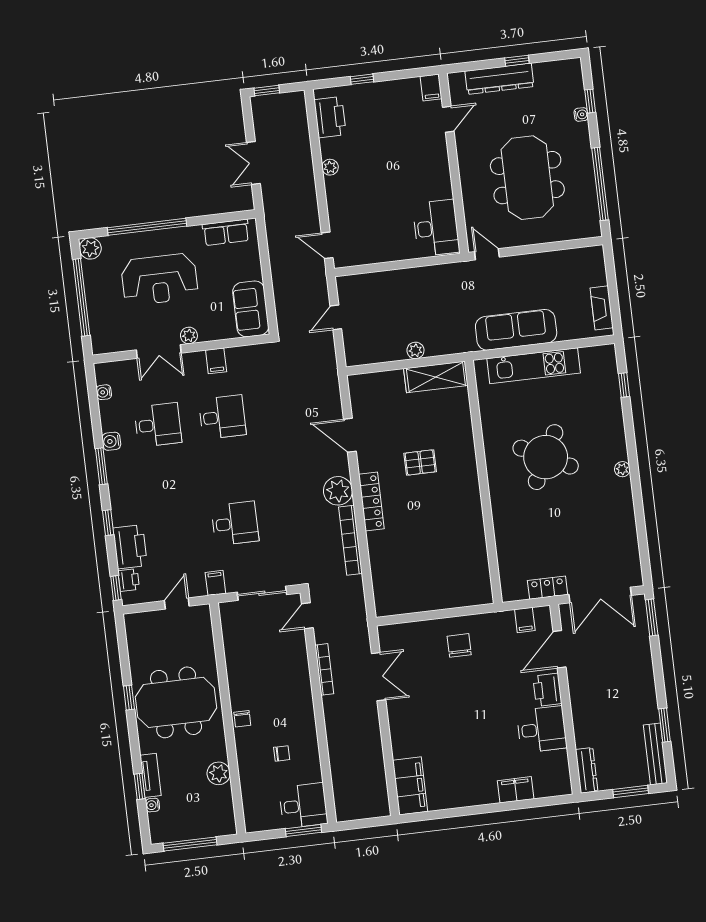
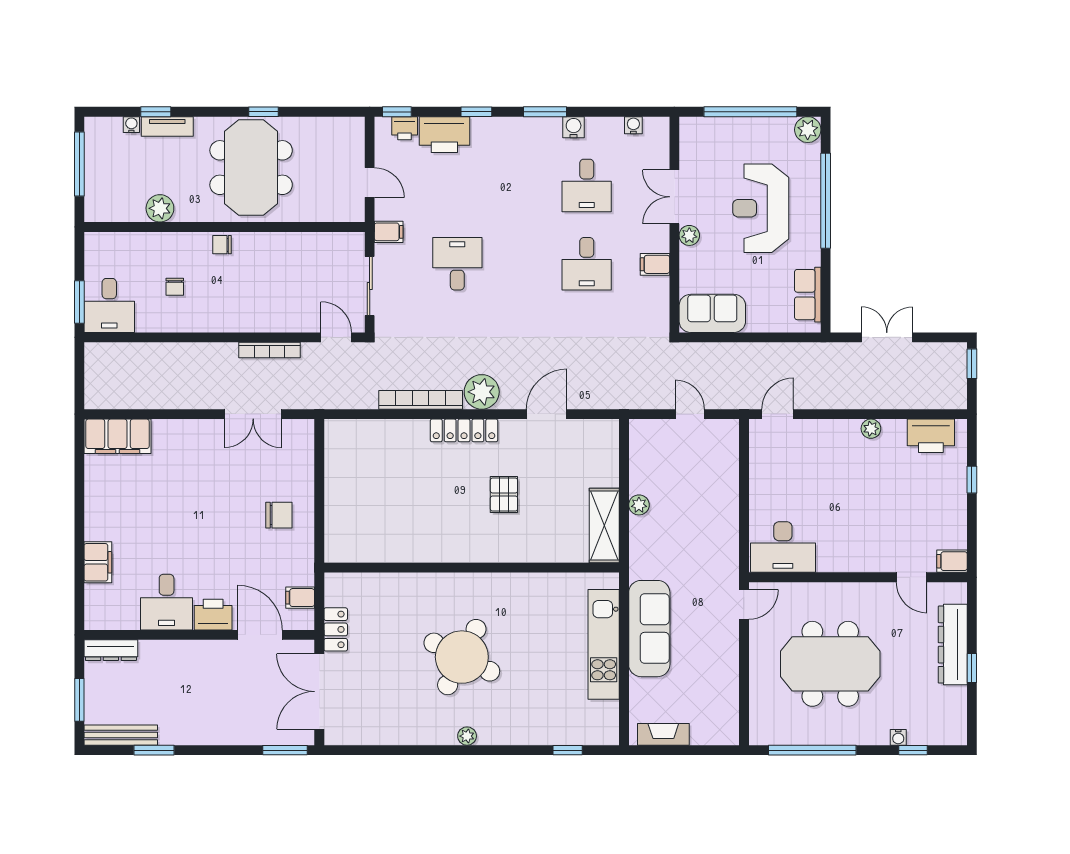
round table: (546, 457) -> (462, 657), moved
desk: (235, 523) -> (457, 264), turned 180

